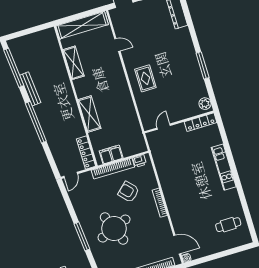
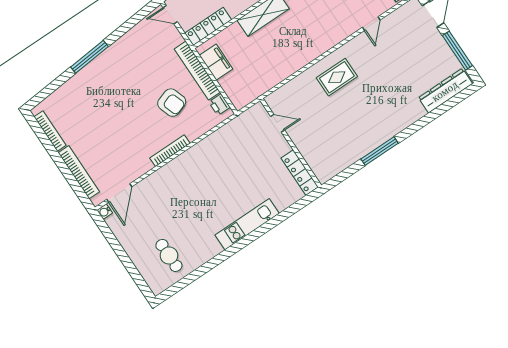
plant: (205, 104) -> (327, 171), removed
armchair: (129, 192) -> (172, 103), turned 114
round table: (114, 229) -> (114, 98), removed

